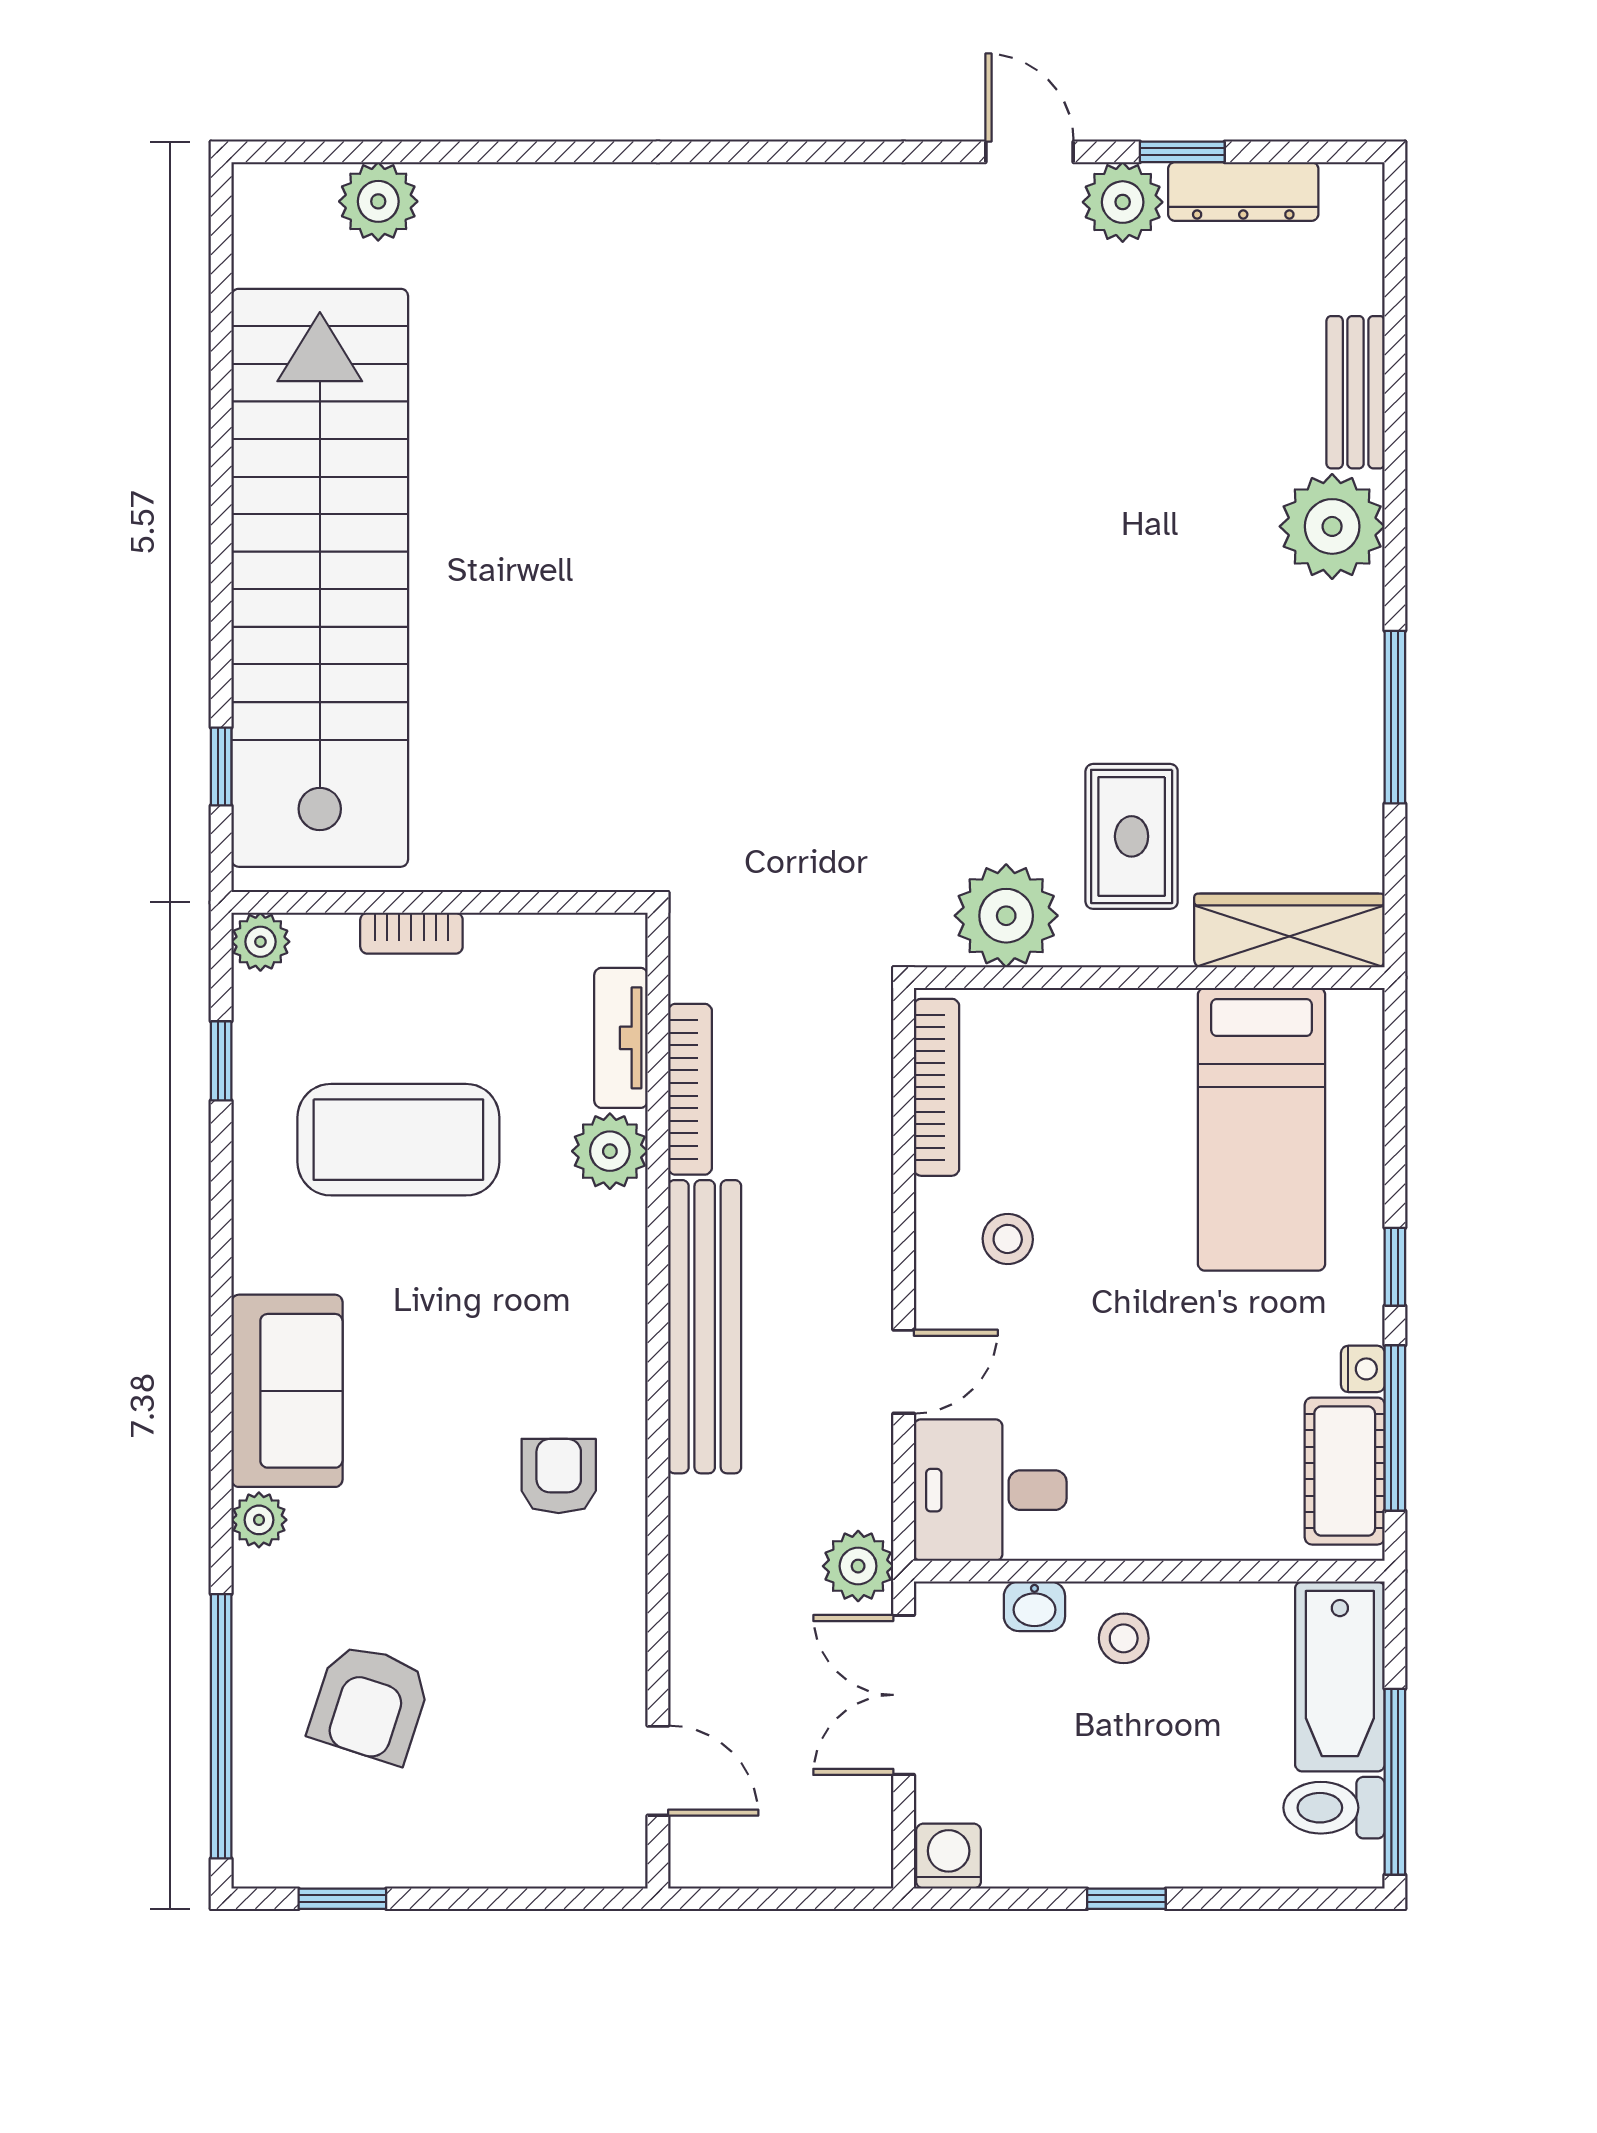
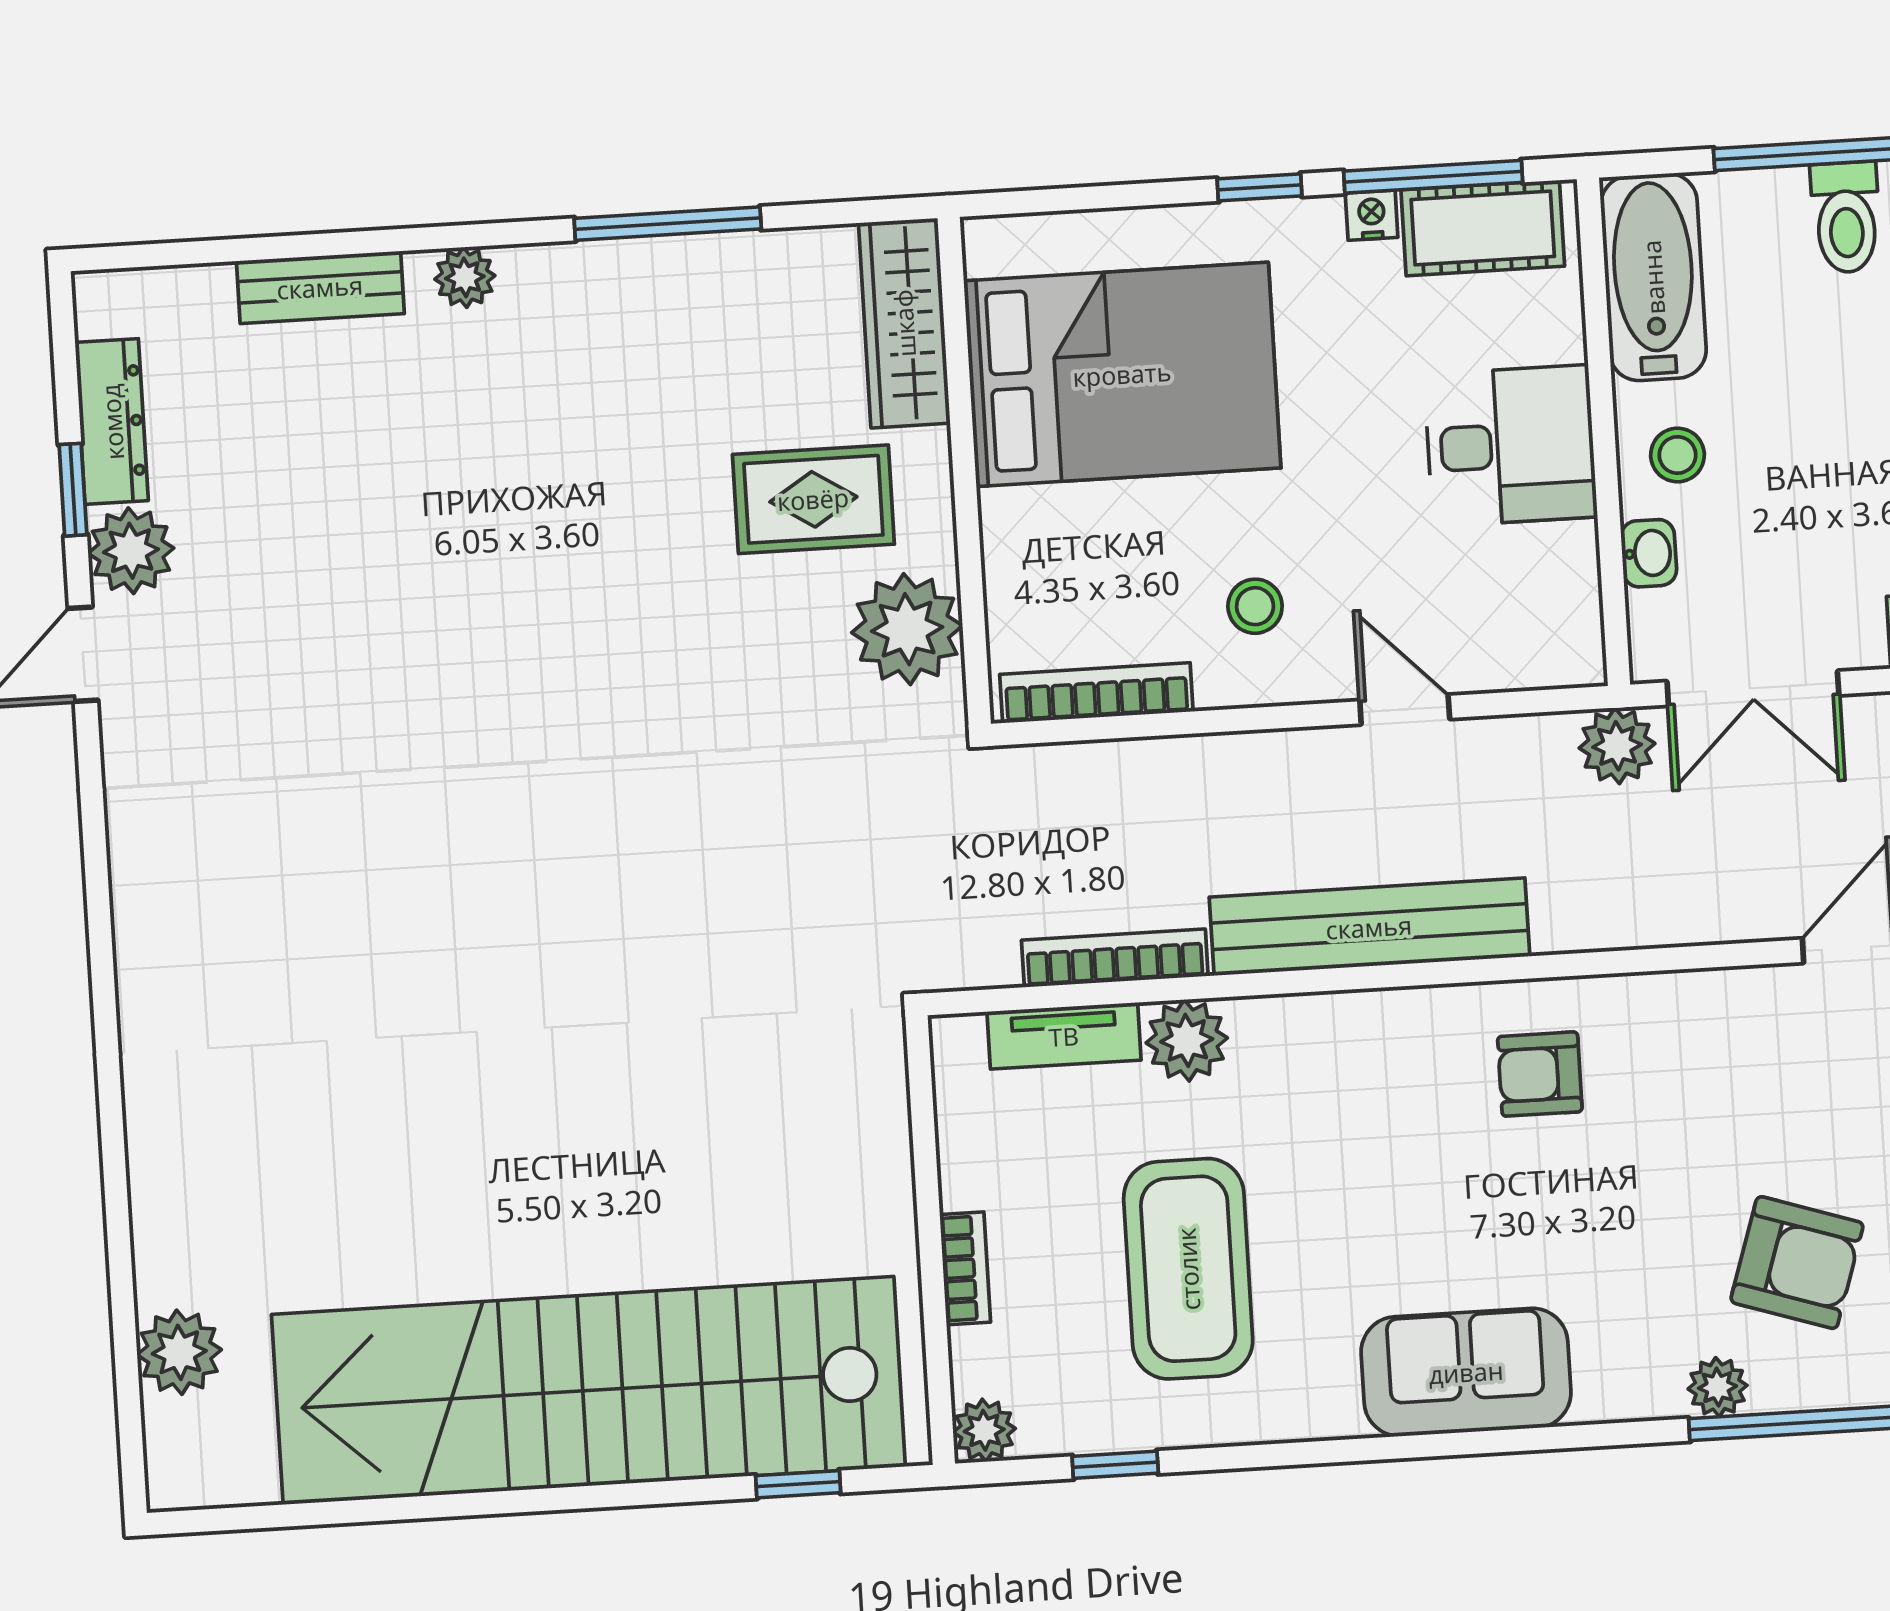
plant: (1332, 526) -> (465, 277), width x0.53, depth x0.53
bed: (1262, 1129) -> (1122, 374), width x1.50
desk: (990, 1490) -> (1511, 446), moved, turned -90
plant: (259, 1520) -> (1718, 1387), moved
bathtub: (1340, 1676) -> (1653, 277), moved, turned -90

